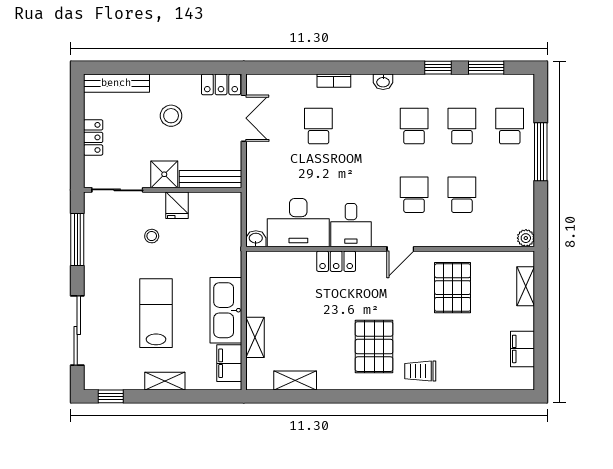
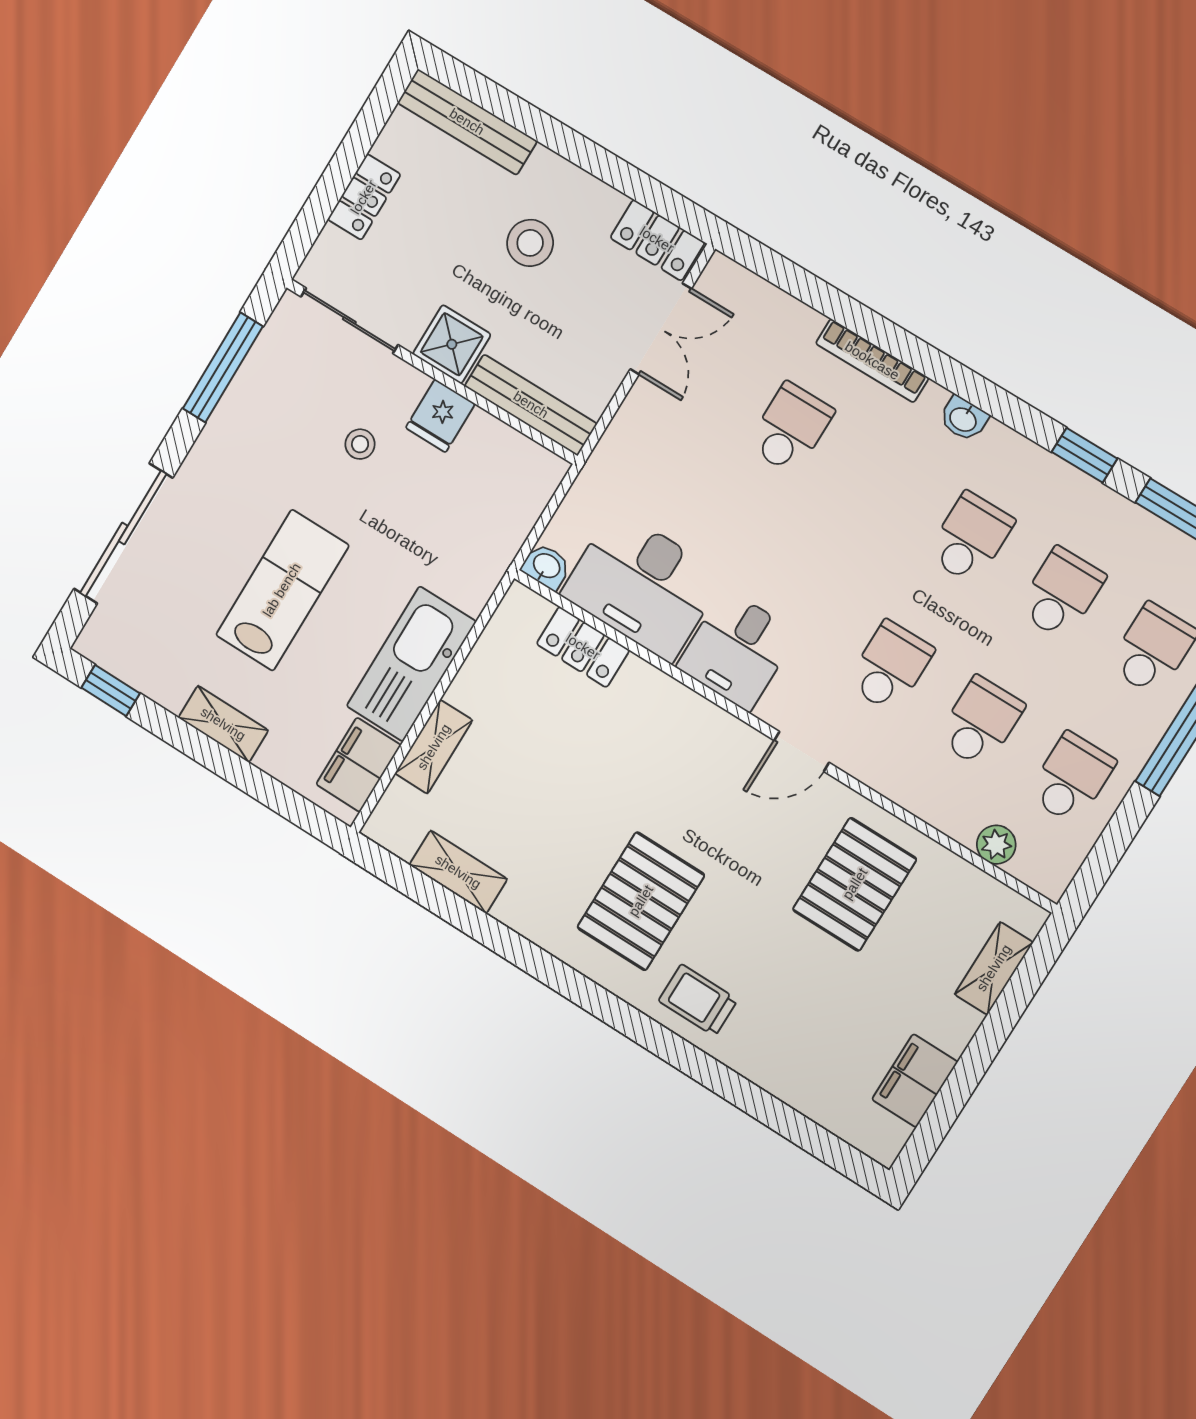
bookcase: (334, 81) -> (872, 361), width x1.56
school desk: (510, 195) -> (1071, 778), added
plant: (526, 238) -> (996, 845), moved
locker: (336, 261) -> (583, 647), moved

